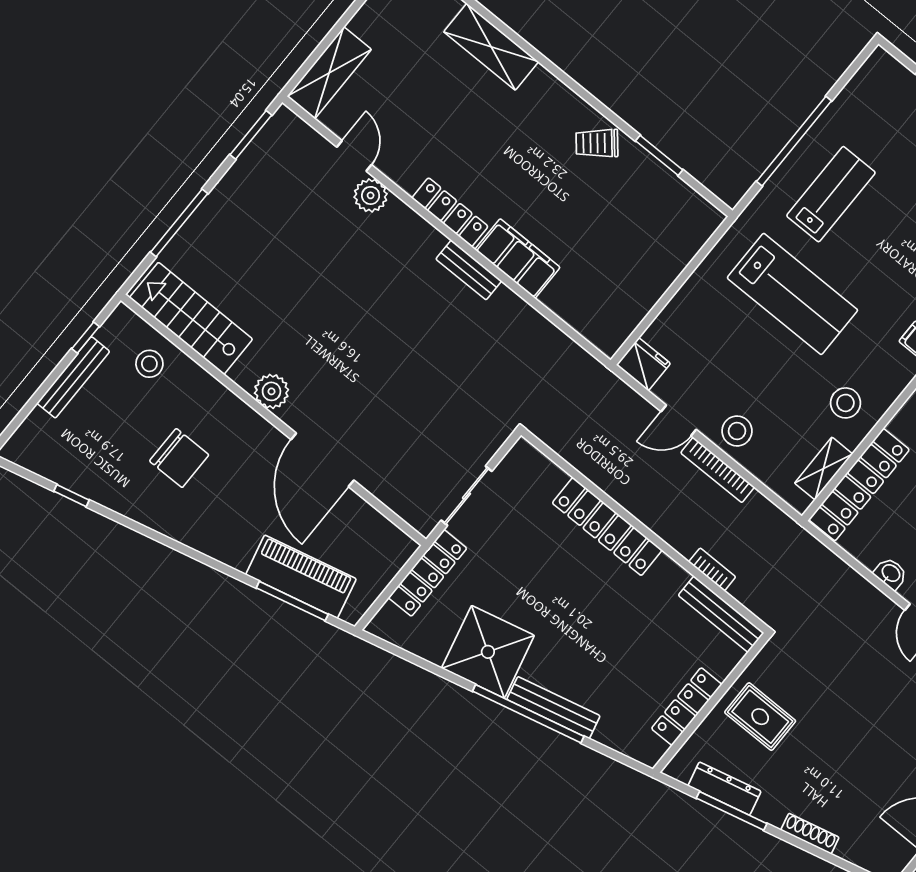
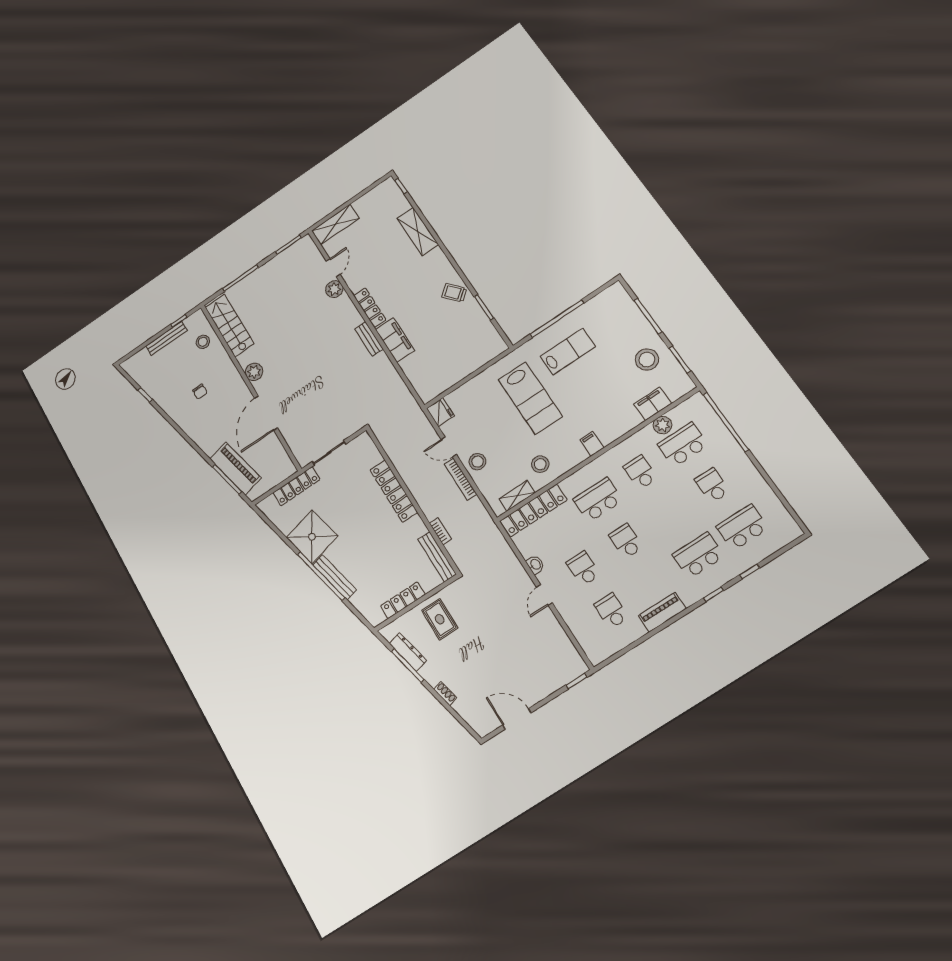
chair: (179, 458) -> (200, 392), width x0.54, depth x0.54
shoe rack: (810, 834) -> (445, 693), width x0.70

